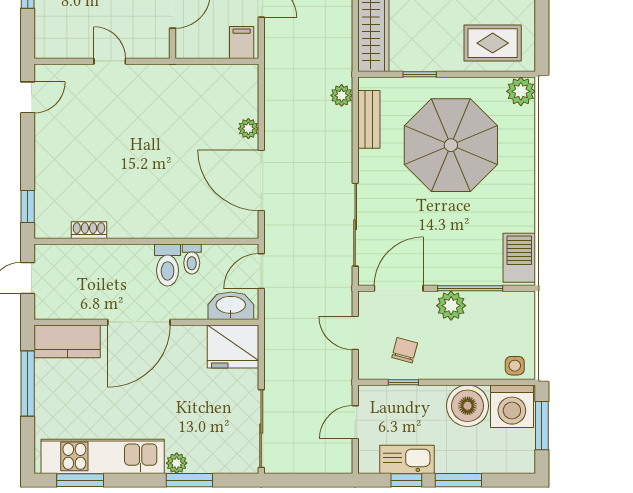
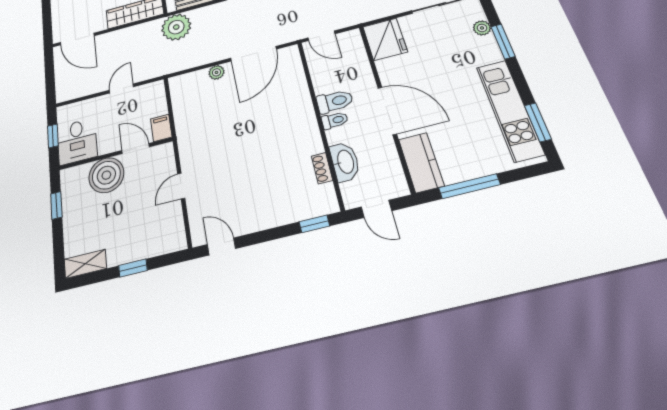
filing cabinet: (242, 42) -> (161, 128), moved, turned 90
plant: (342, 95) -> (176, 27), width x1.87, depth x1.87
toilet: (192, 259) -> (335, 120), moved
washbasin: (231, 306) -> (345, 162), moved, turned 180
plant: (177, 463) -> (482, 28), moved

